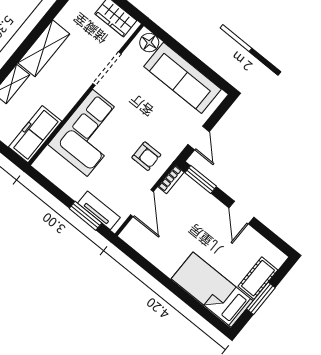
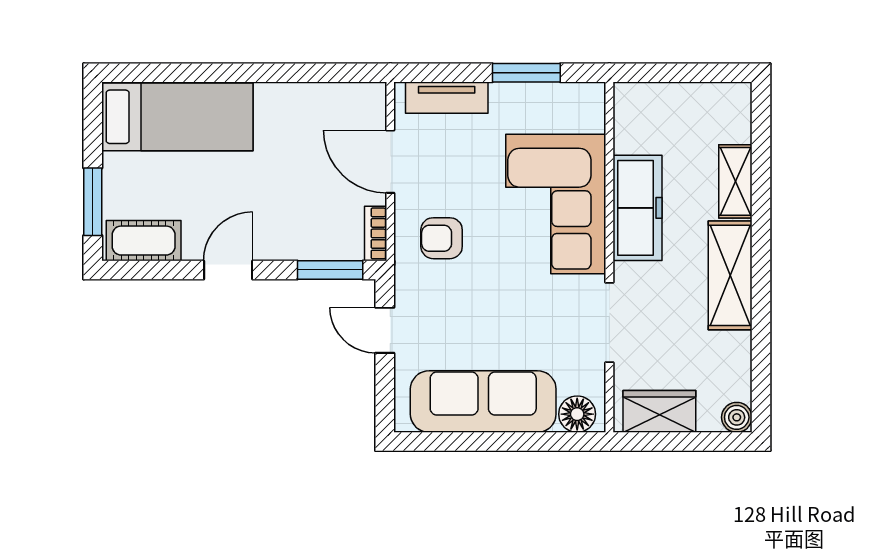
freezer: (35, 134) -> (638, 208), moved
door: (241, 212) -> (228, 270), hinge flipped
window: (85, 216) -> (526, 73), moved
cot: (258, 278) -> (144, 241), moved, turned 90
window: (261, 298) -> (93, 202), moved

